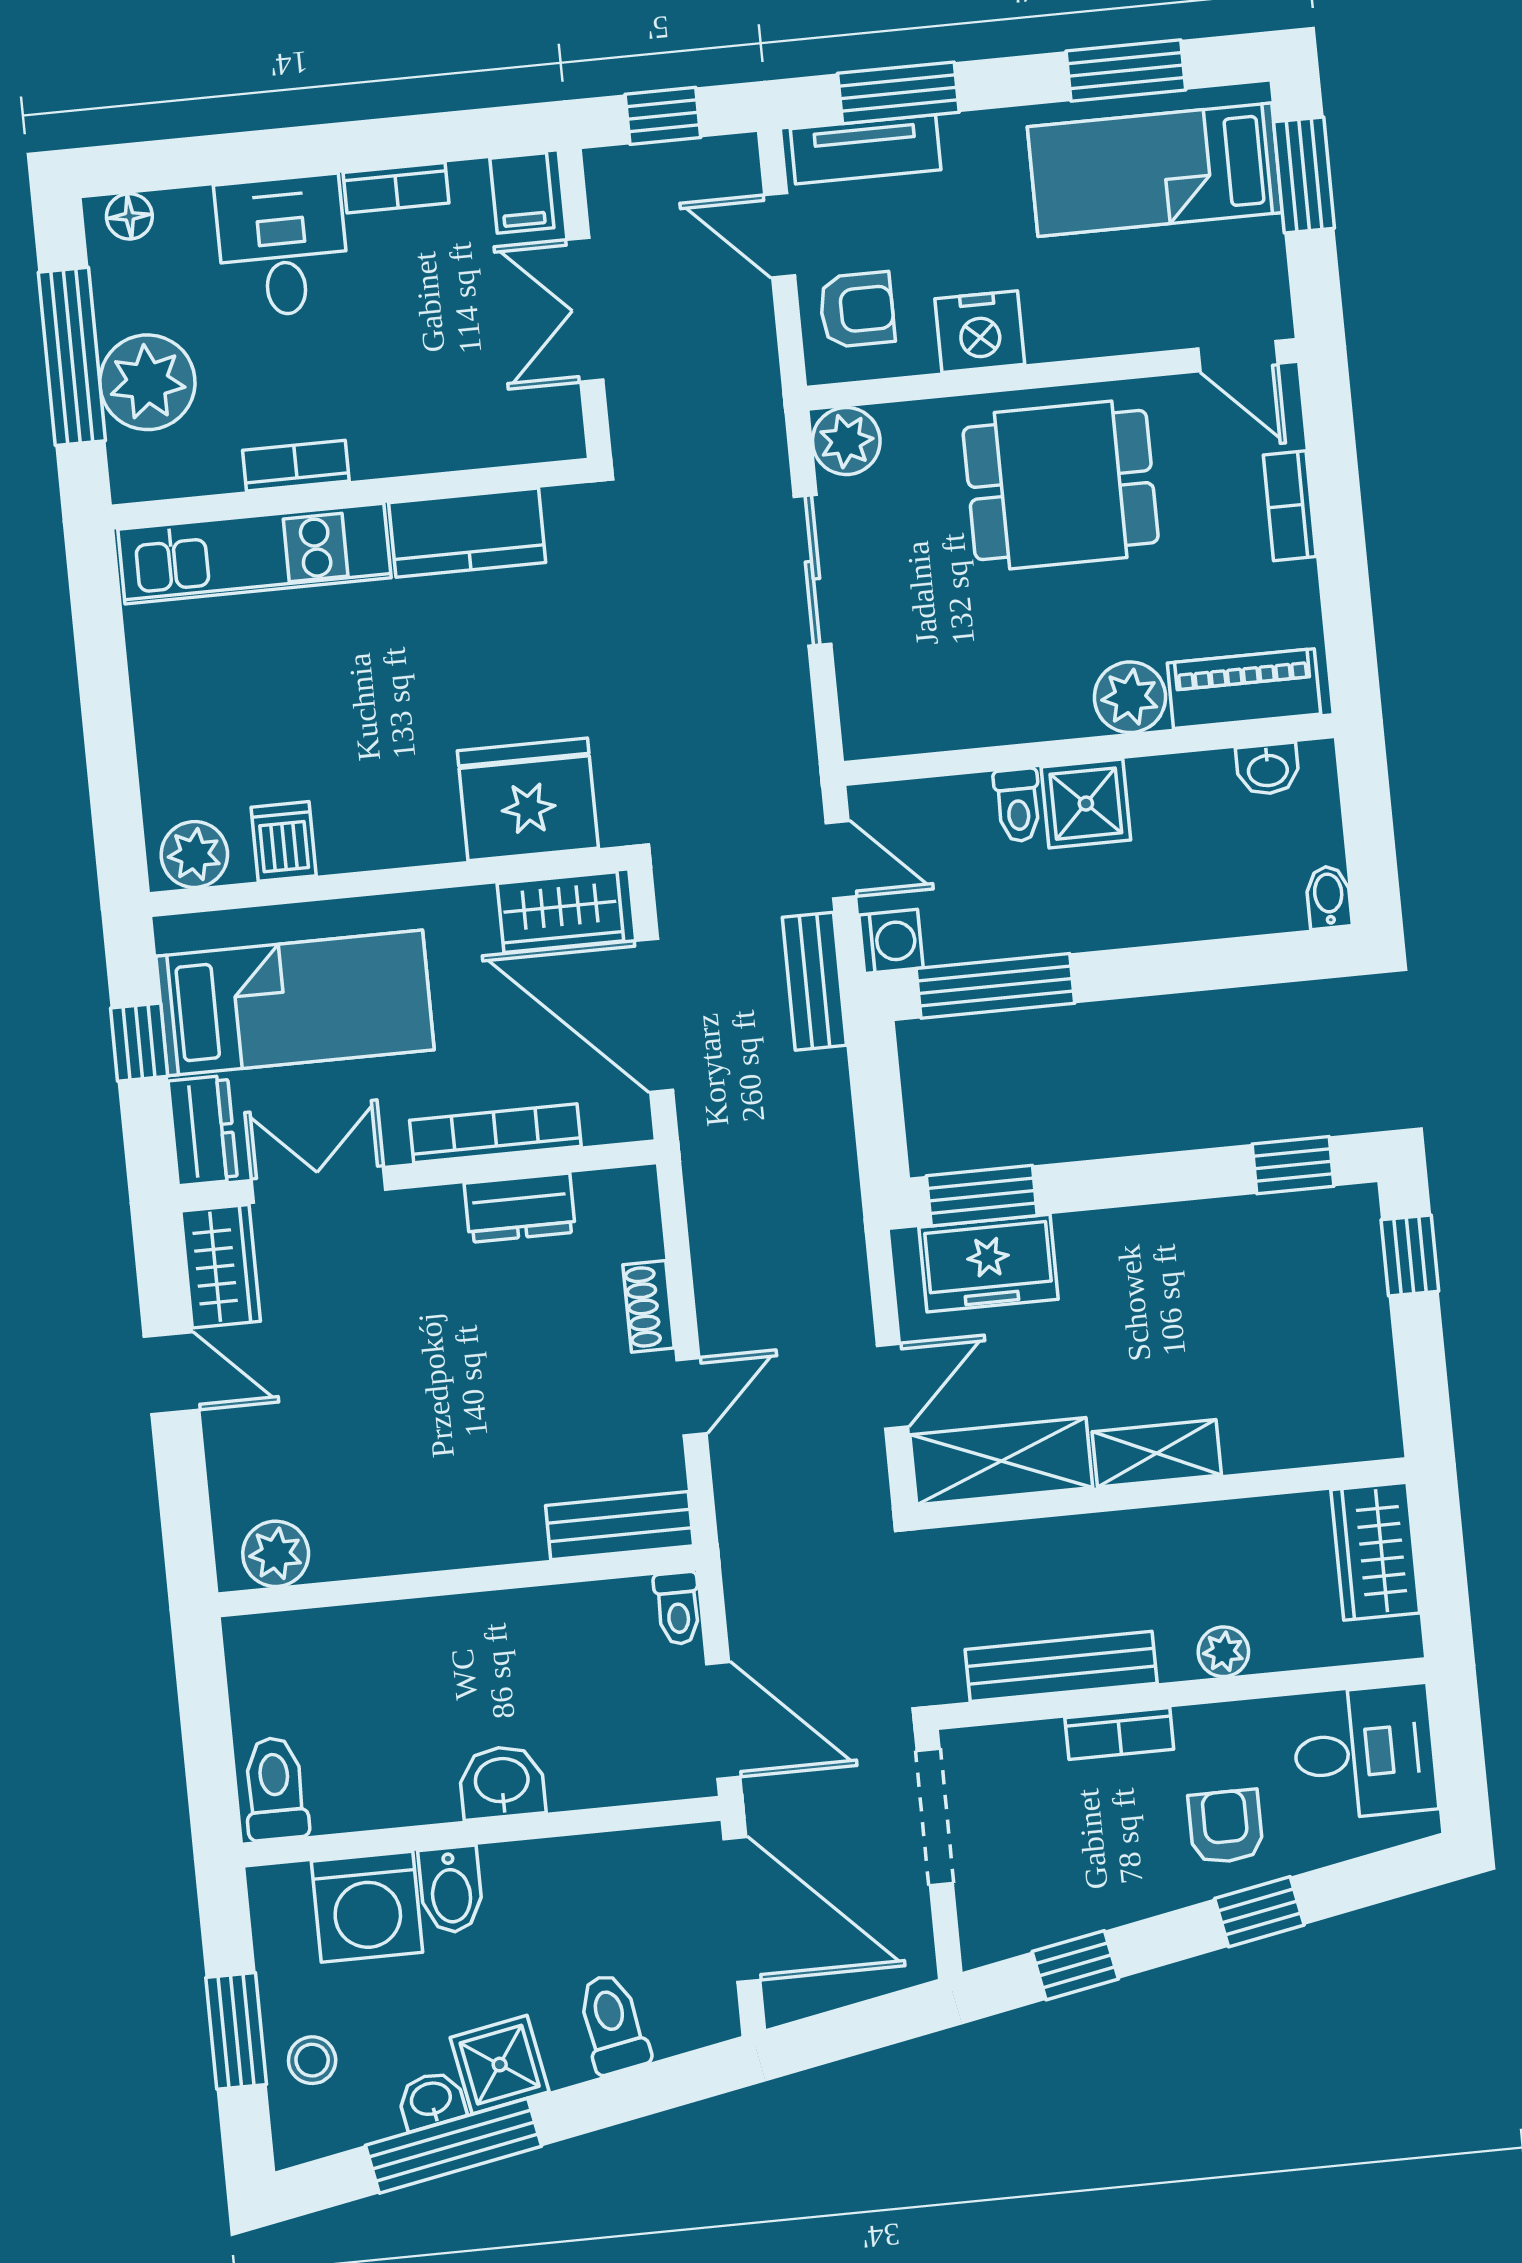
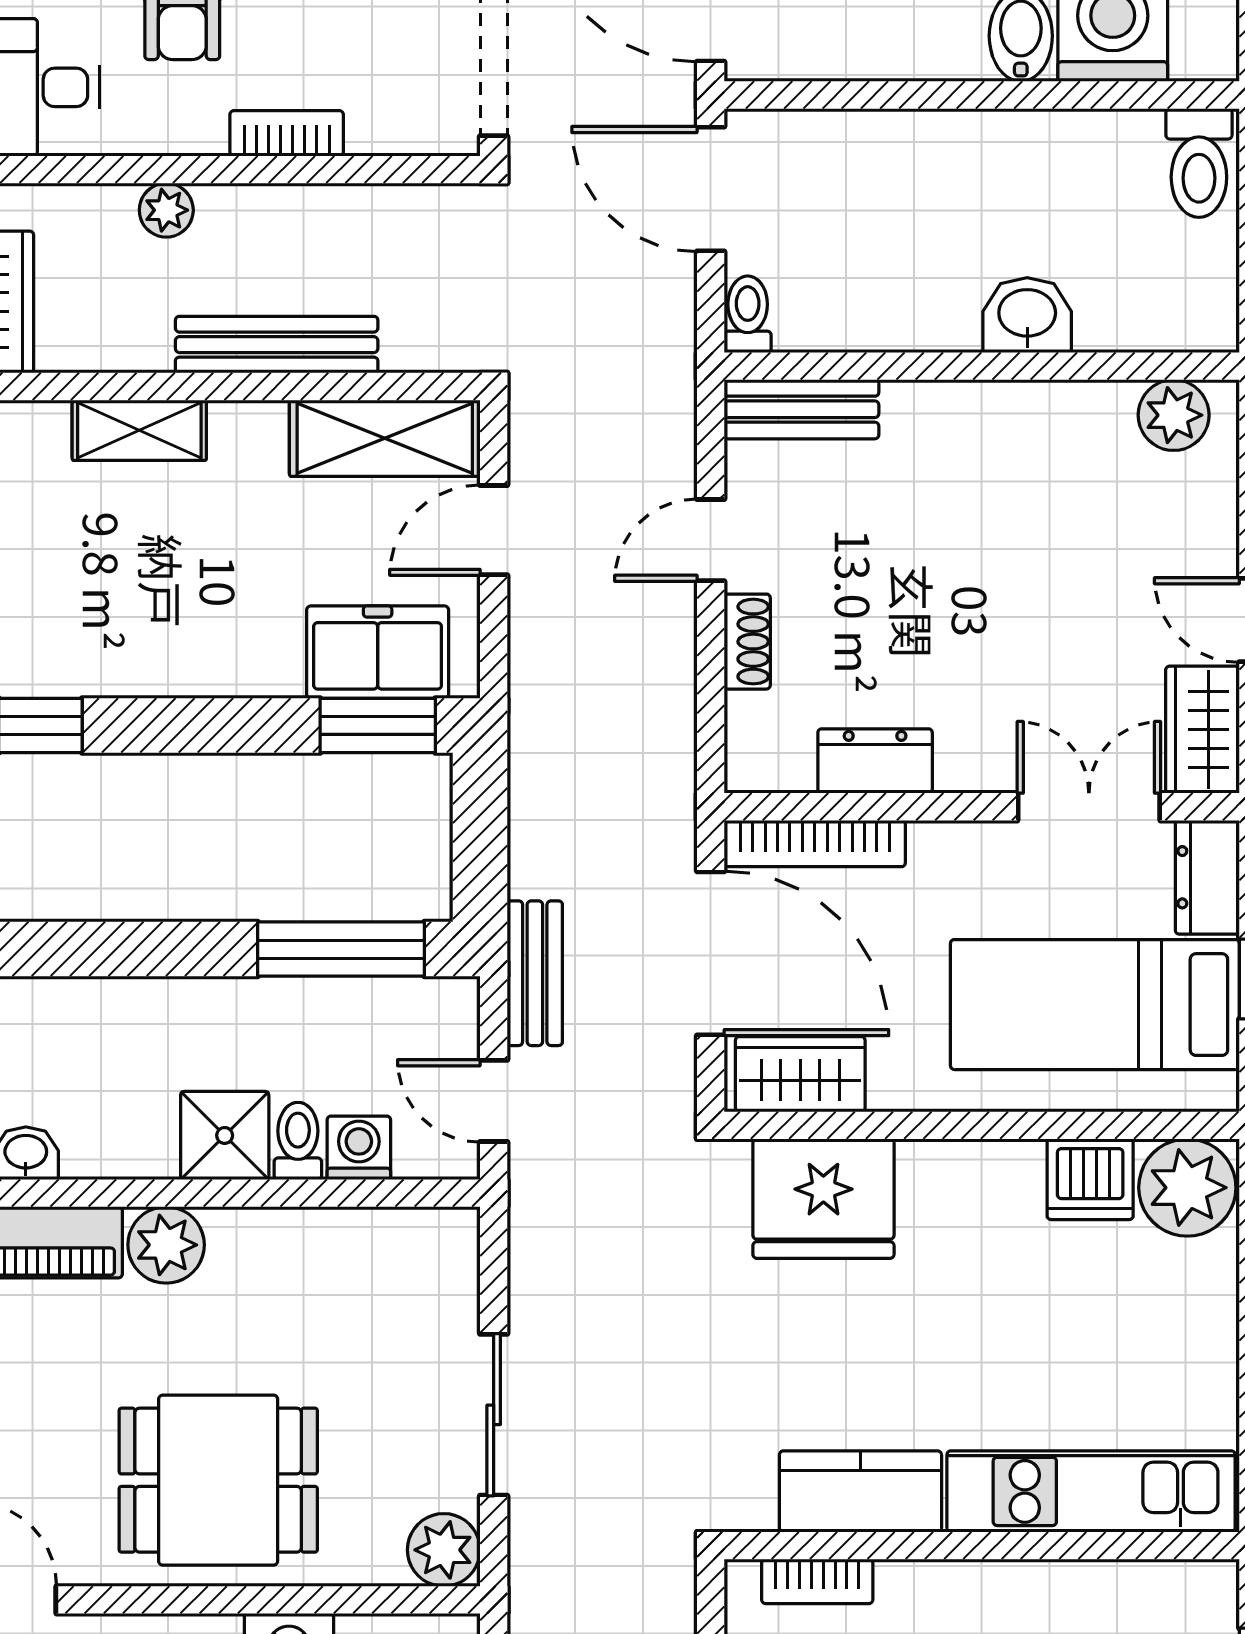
bookcase: (296, 466) -> (817, 1581), moved
dishwasher: (284, 841) -> (1090, 1179), width x1.38
plant: (194, 855) -> (1187, 1188), width x1.36, depth x1.36
washing machine: (891, 941) -> (359, 1148), moved, turned 90
bookcase: (495, 1133) -> (815, 844), moved
double door: (318, 1185) -> (1089, 807), swing flipped
shelving: (1157, 1453) -> (139, 430), moved
bench: (1061, 1666) -> (277, 345), moved
washbasin: (502, 1782) -> (1027, 315), moved, turned 180

